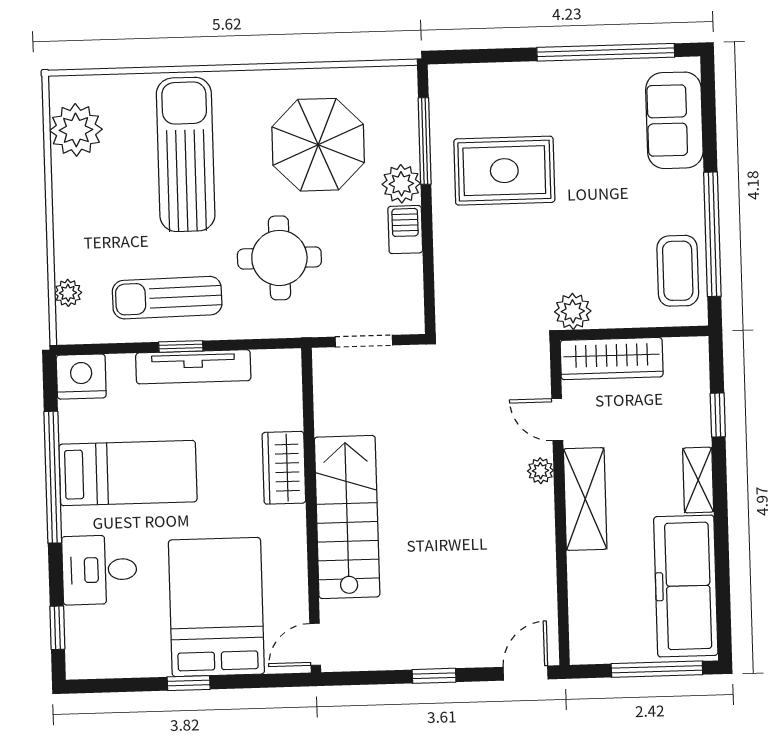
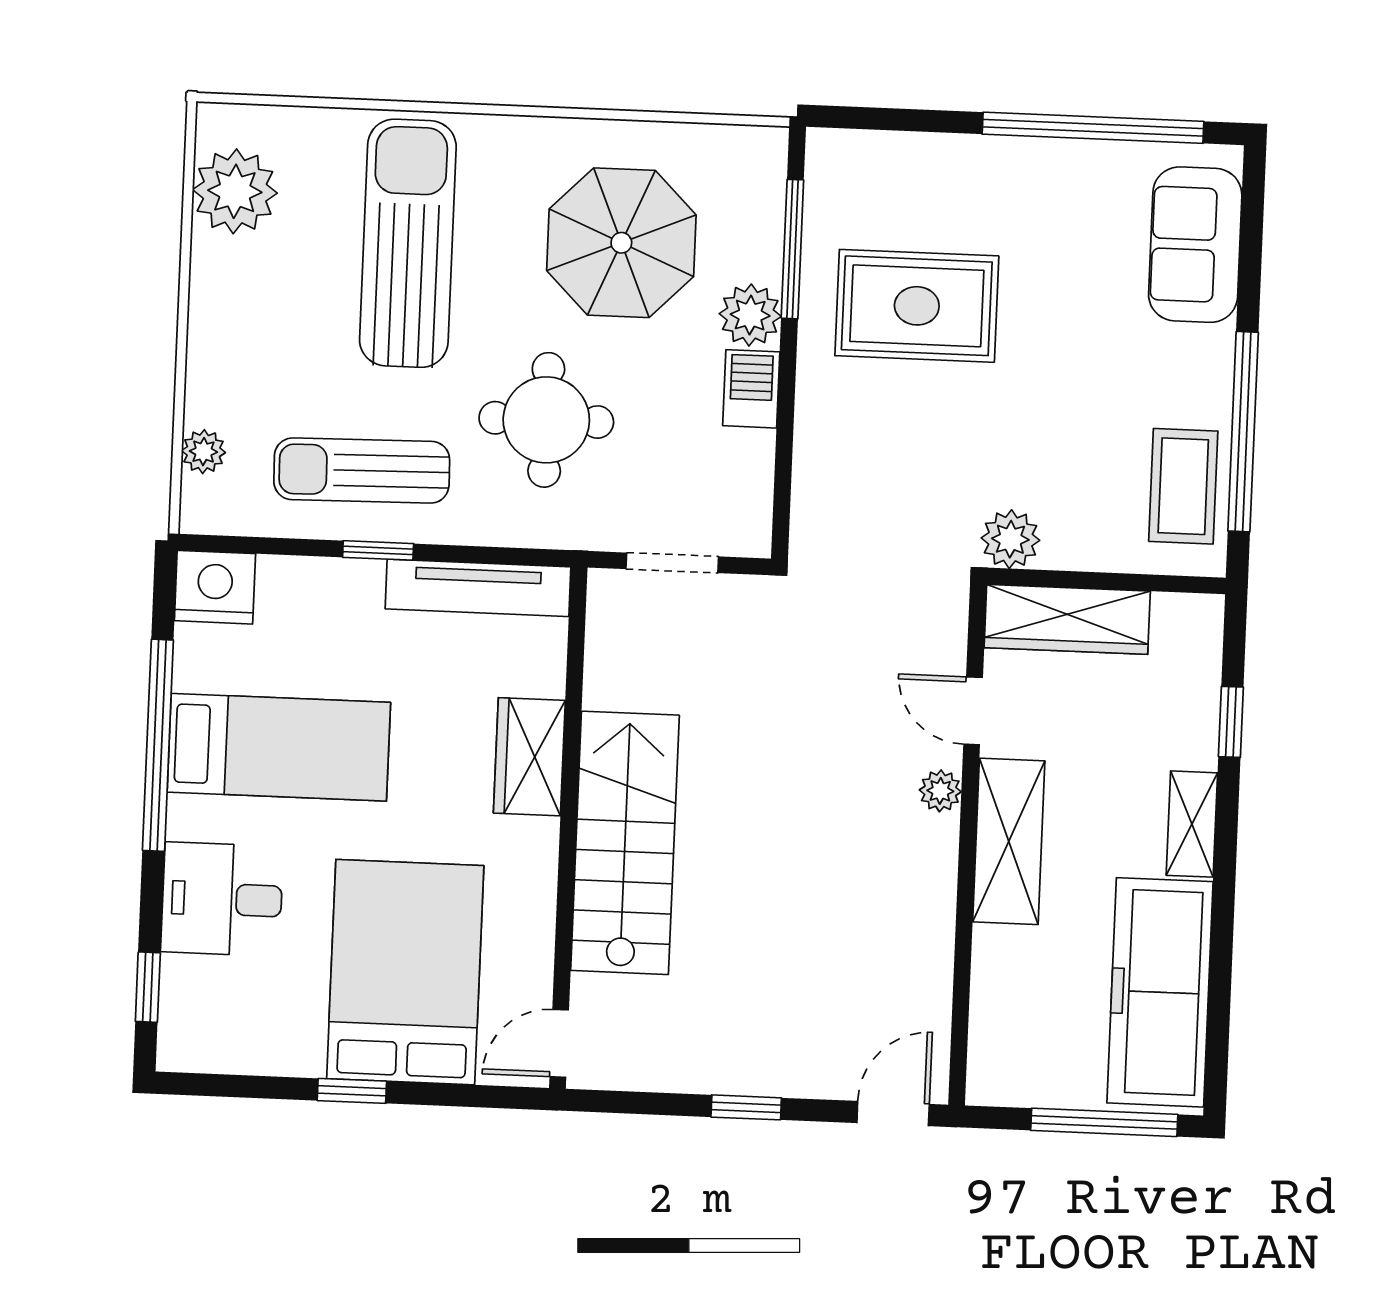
tv unit: (193, 367) -> (478, 588), moved

